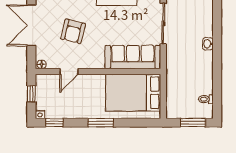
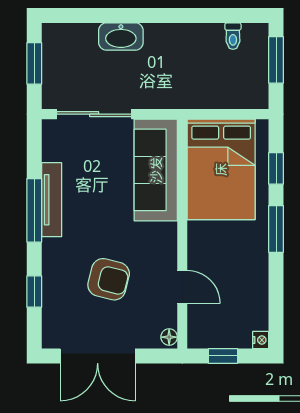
washbasin: (208, 44) -> (121, 37), width x1.91, depth x1.45
window: (54, 123) -> (276, 168), moved

